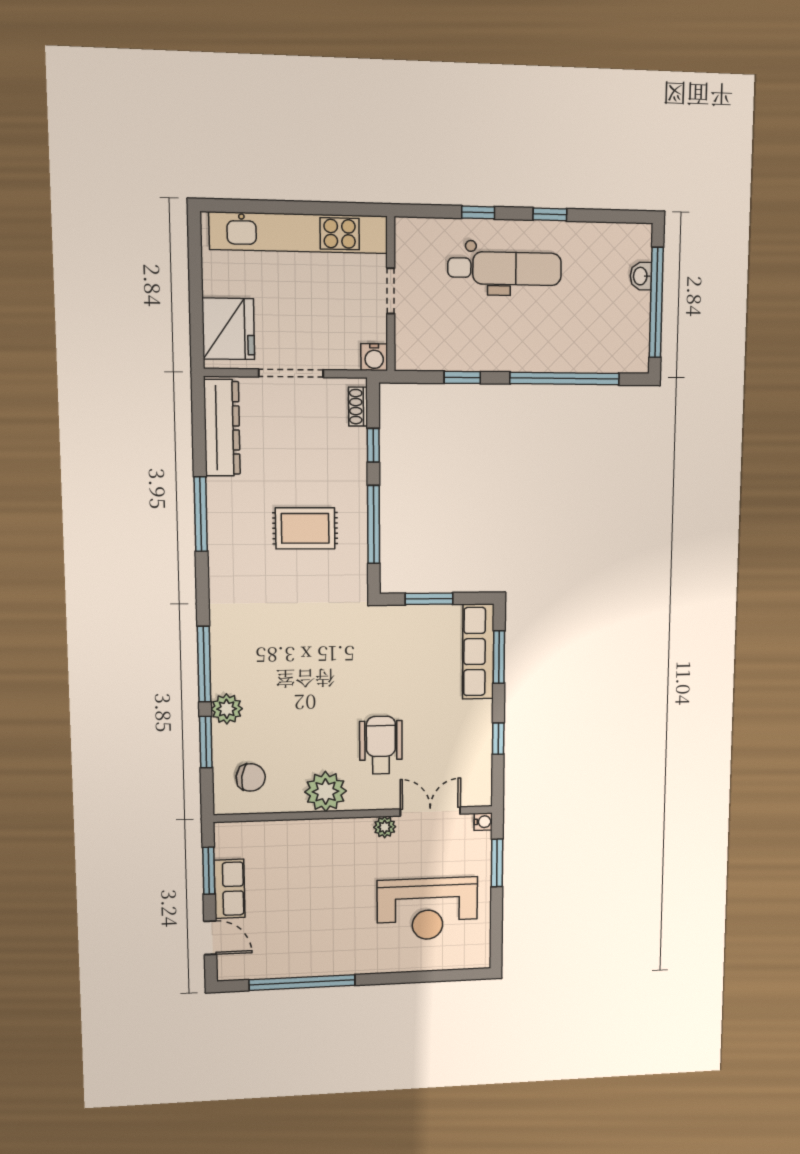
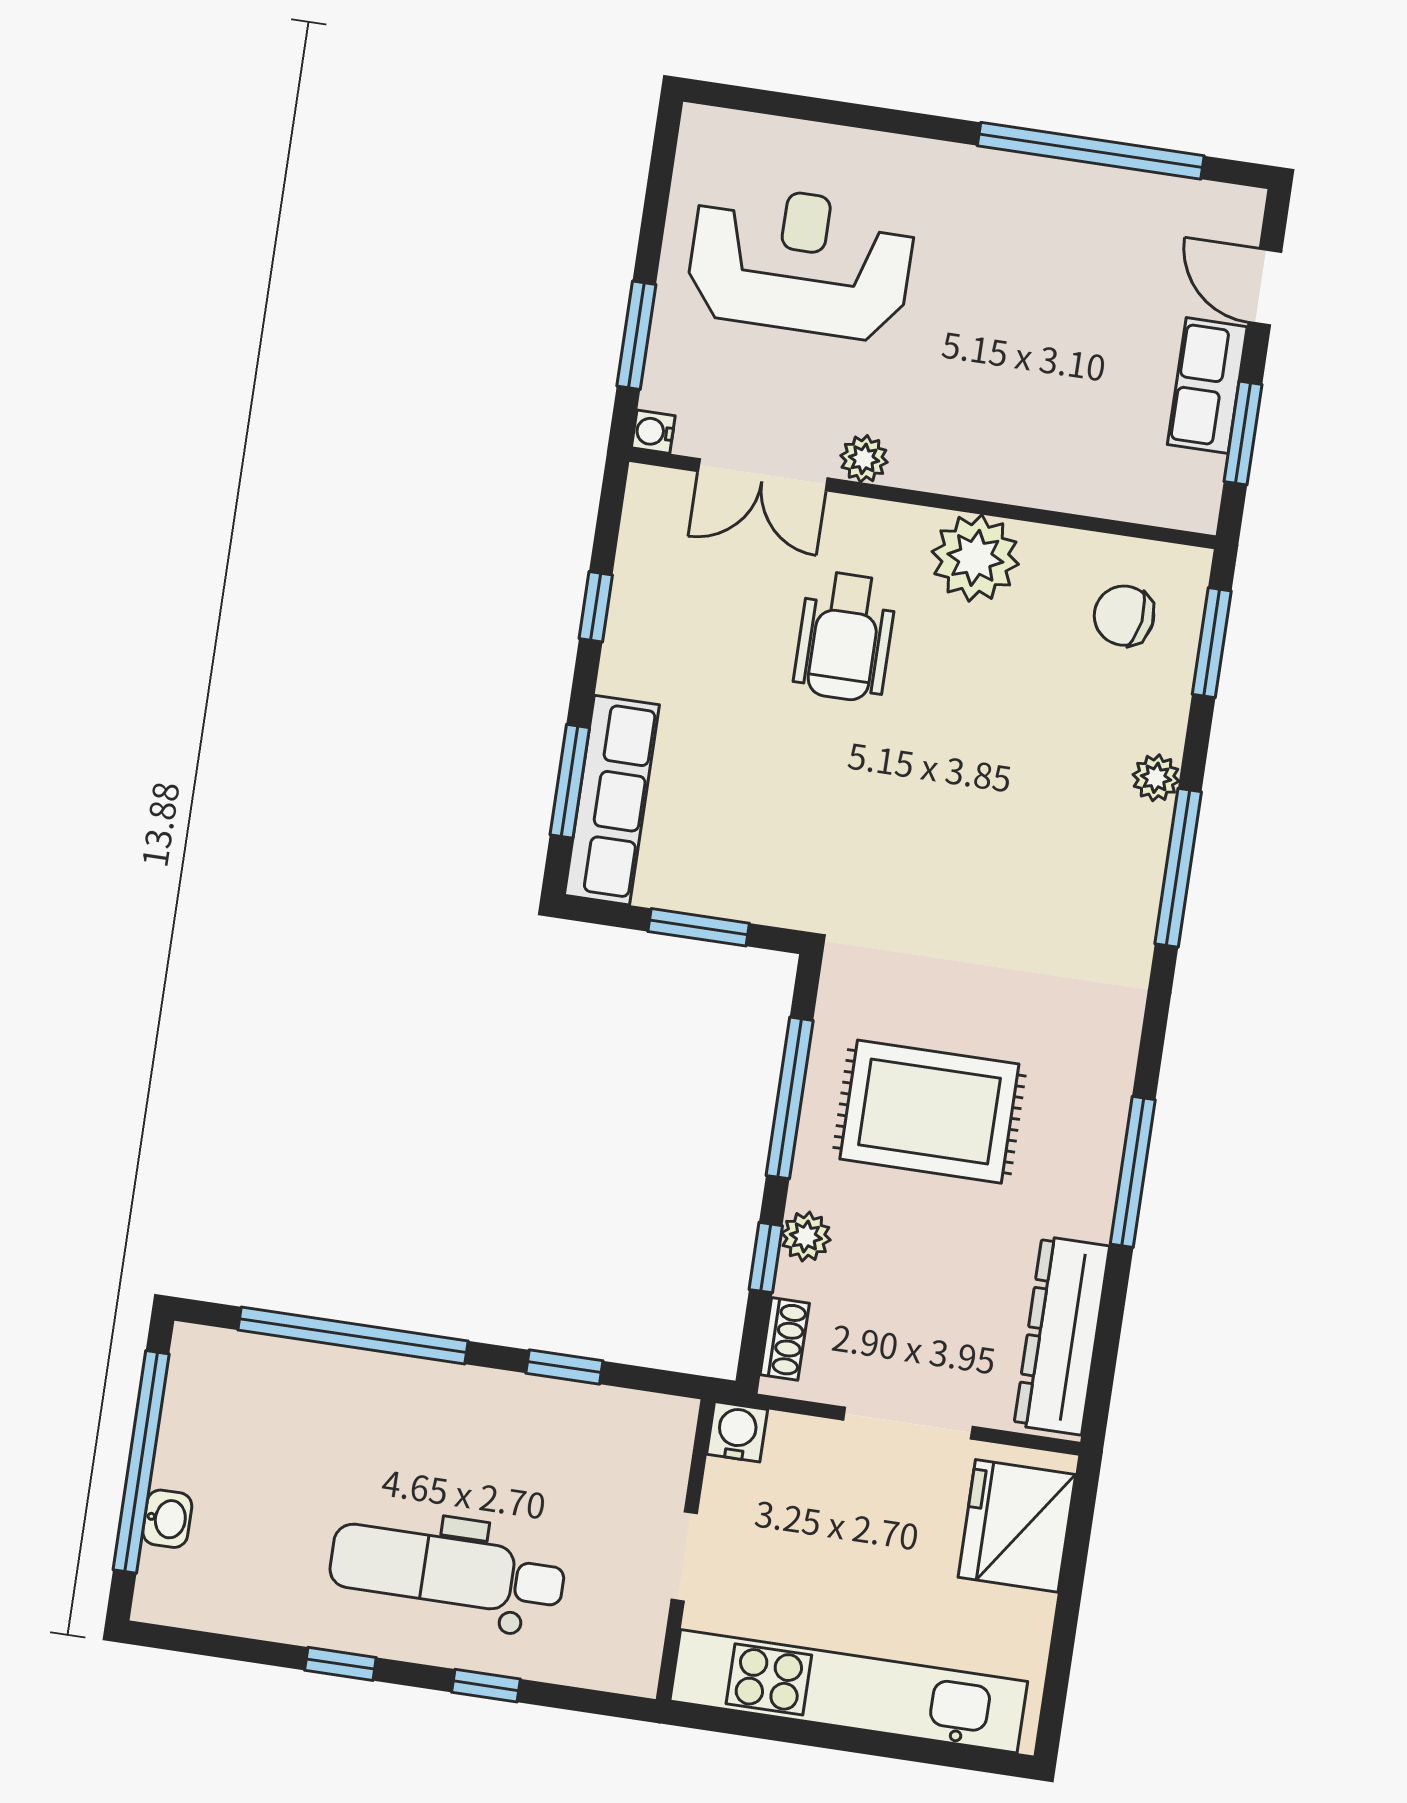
plant: (355, 458) -> (806, 1236), added
rug: (305, 528) -> (929, 1112), width x1.36, depth x1.43
plant: (227, 709) -> (1156, 778), width x0.73, depth x0.73
window: (206, 742) -> (1212, 643), moved

